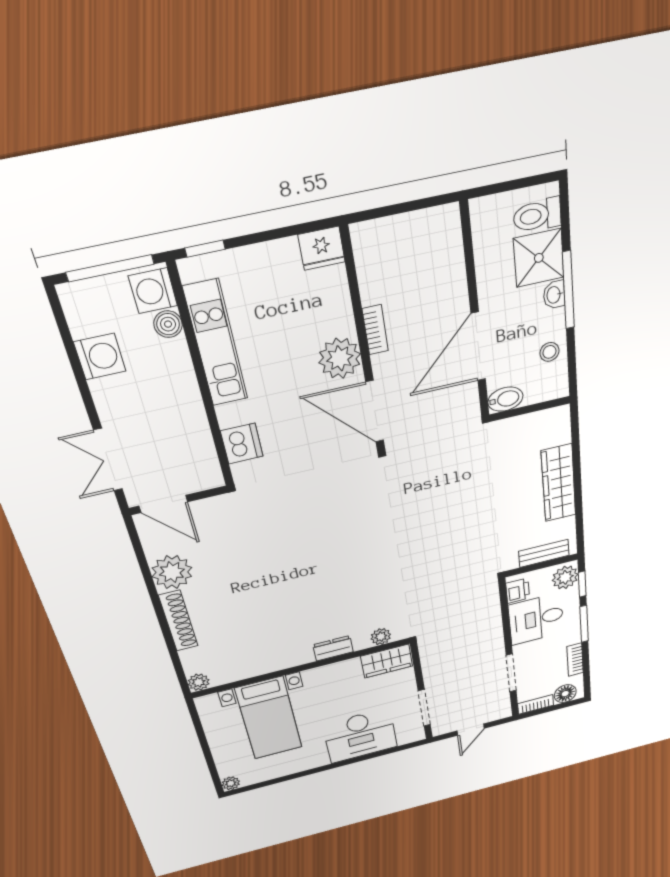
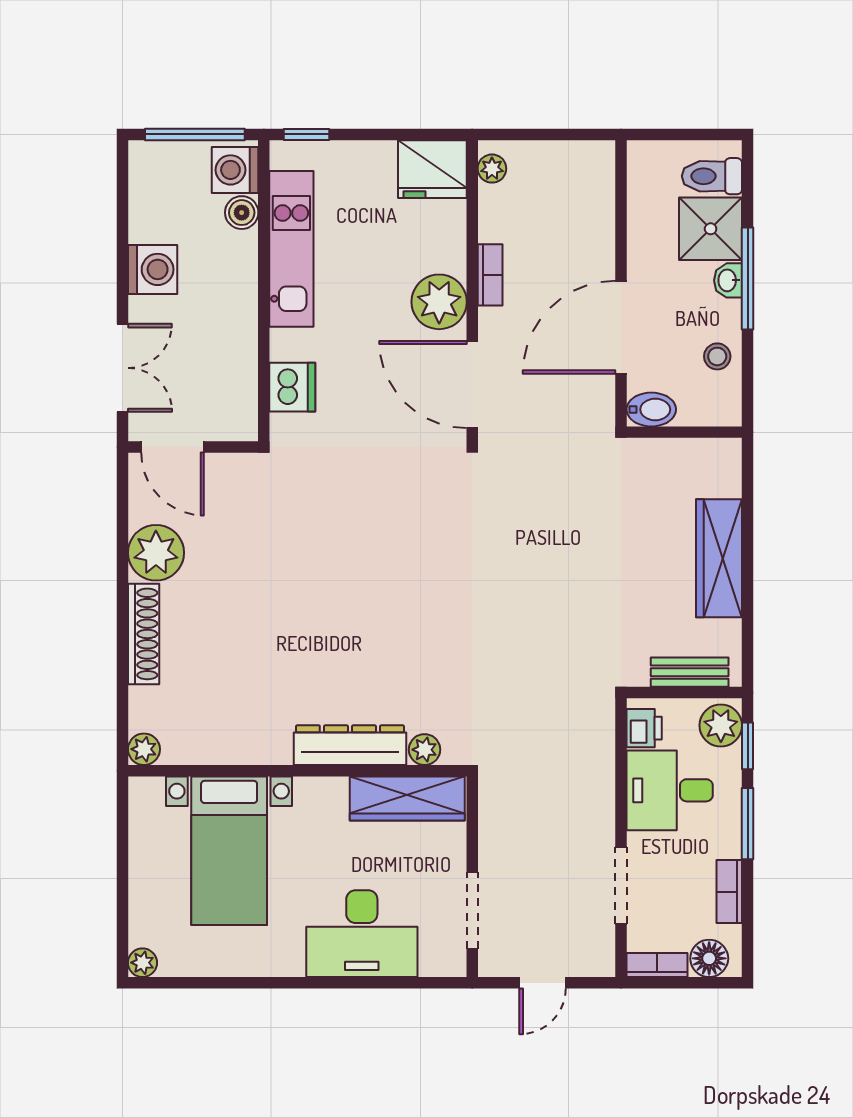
plant: (363, 245) -> (492, 169), added
fridge: (322, 248) -> (432, 169), width x1.36, depth x1.34
washing machine: (100, 357) -> (153, 269), moved
double door: (108, 460) -> (122, 368), swing flipped
dresser: (333, 648) -> (350, 745), width x1.96, depth x1.24
wardrobe: (387, 661) -> (407, 798), width x1.50

